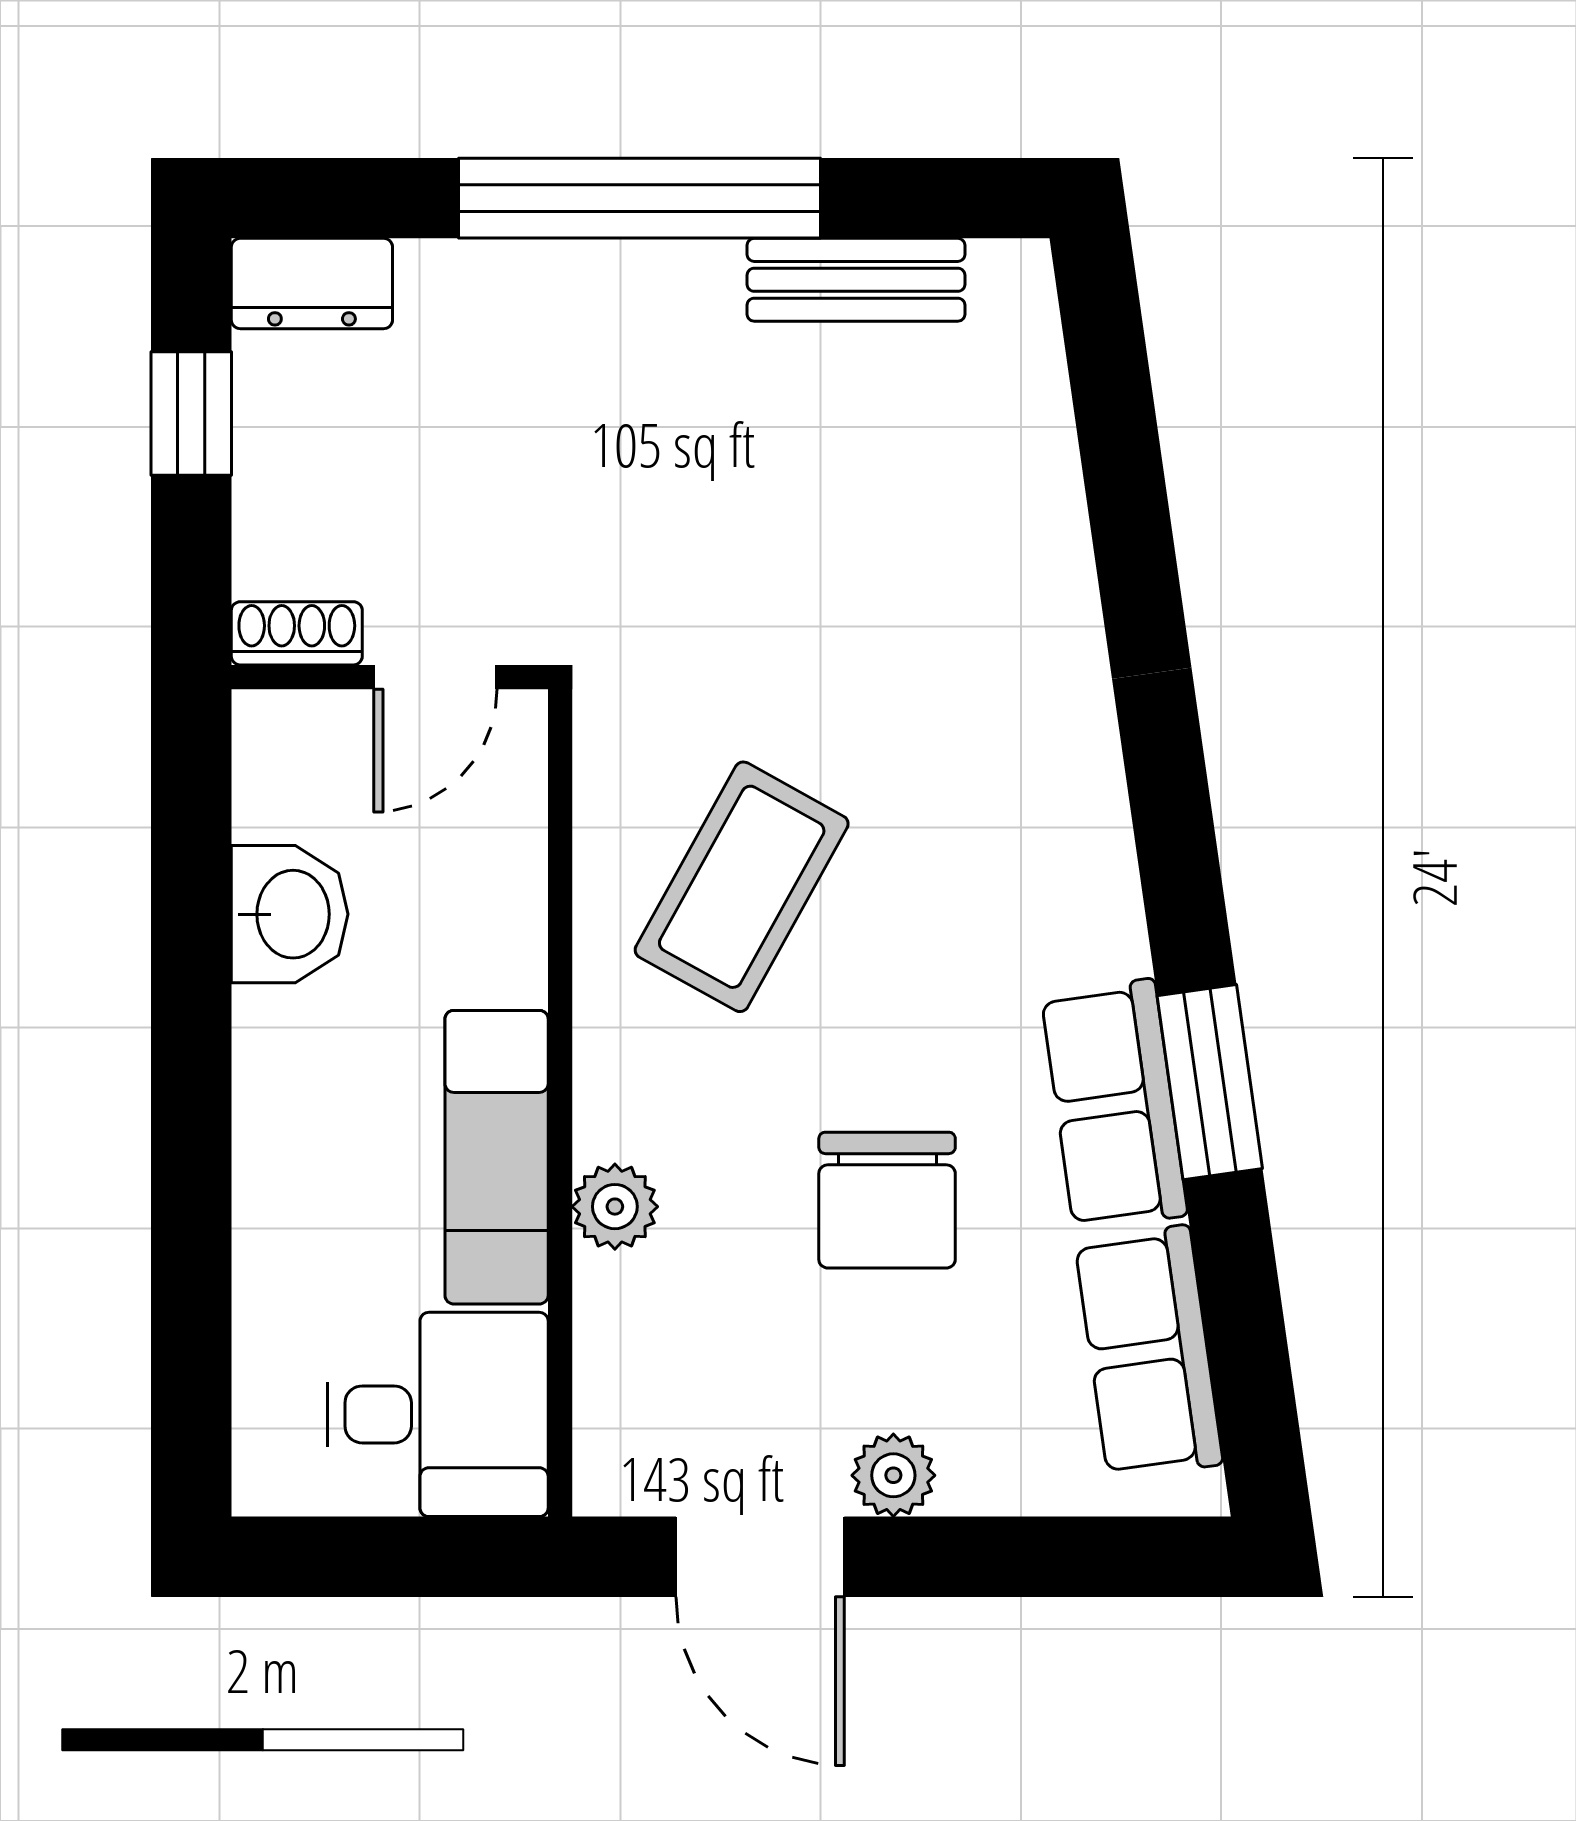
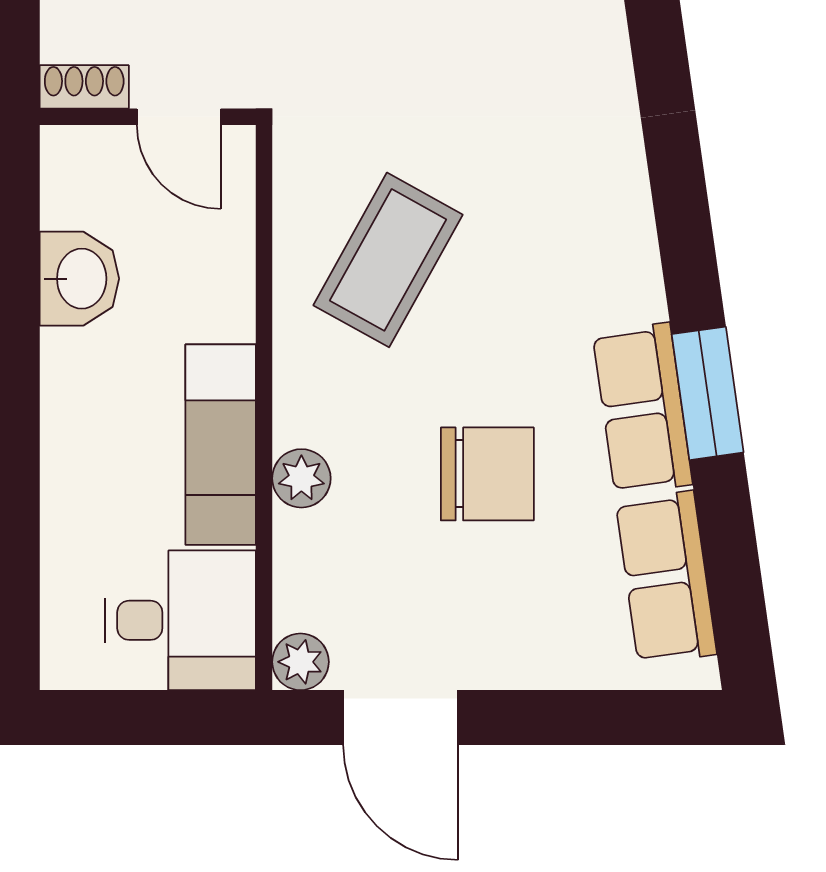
door: (435, 677) -> (179, 117), hinge flipped
chair: (887, 1200) -> (487, 474), turned -90
plant: (893, 1475) -> (300, 662), moved

